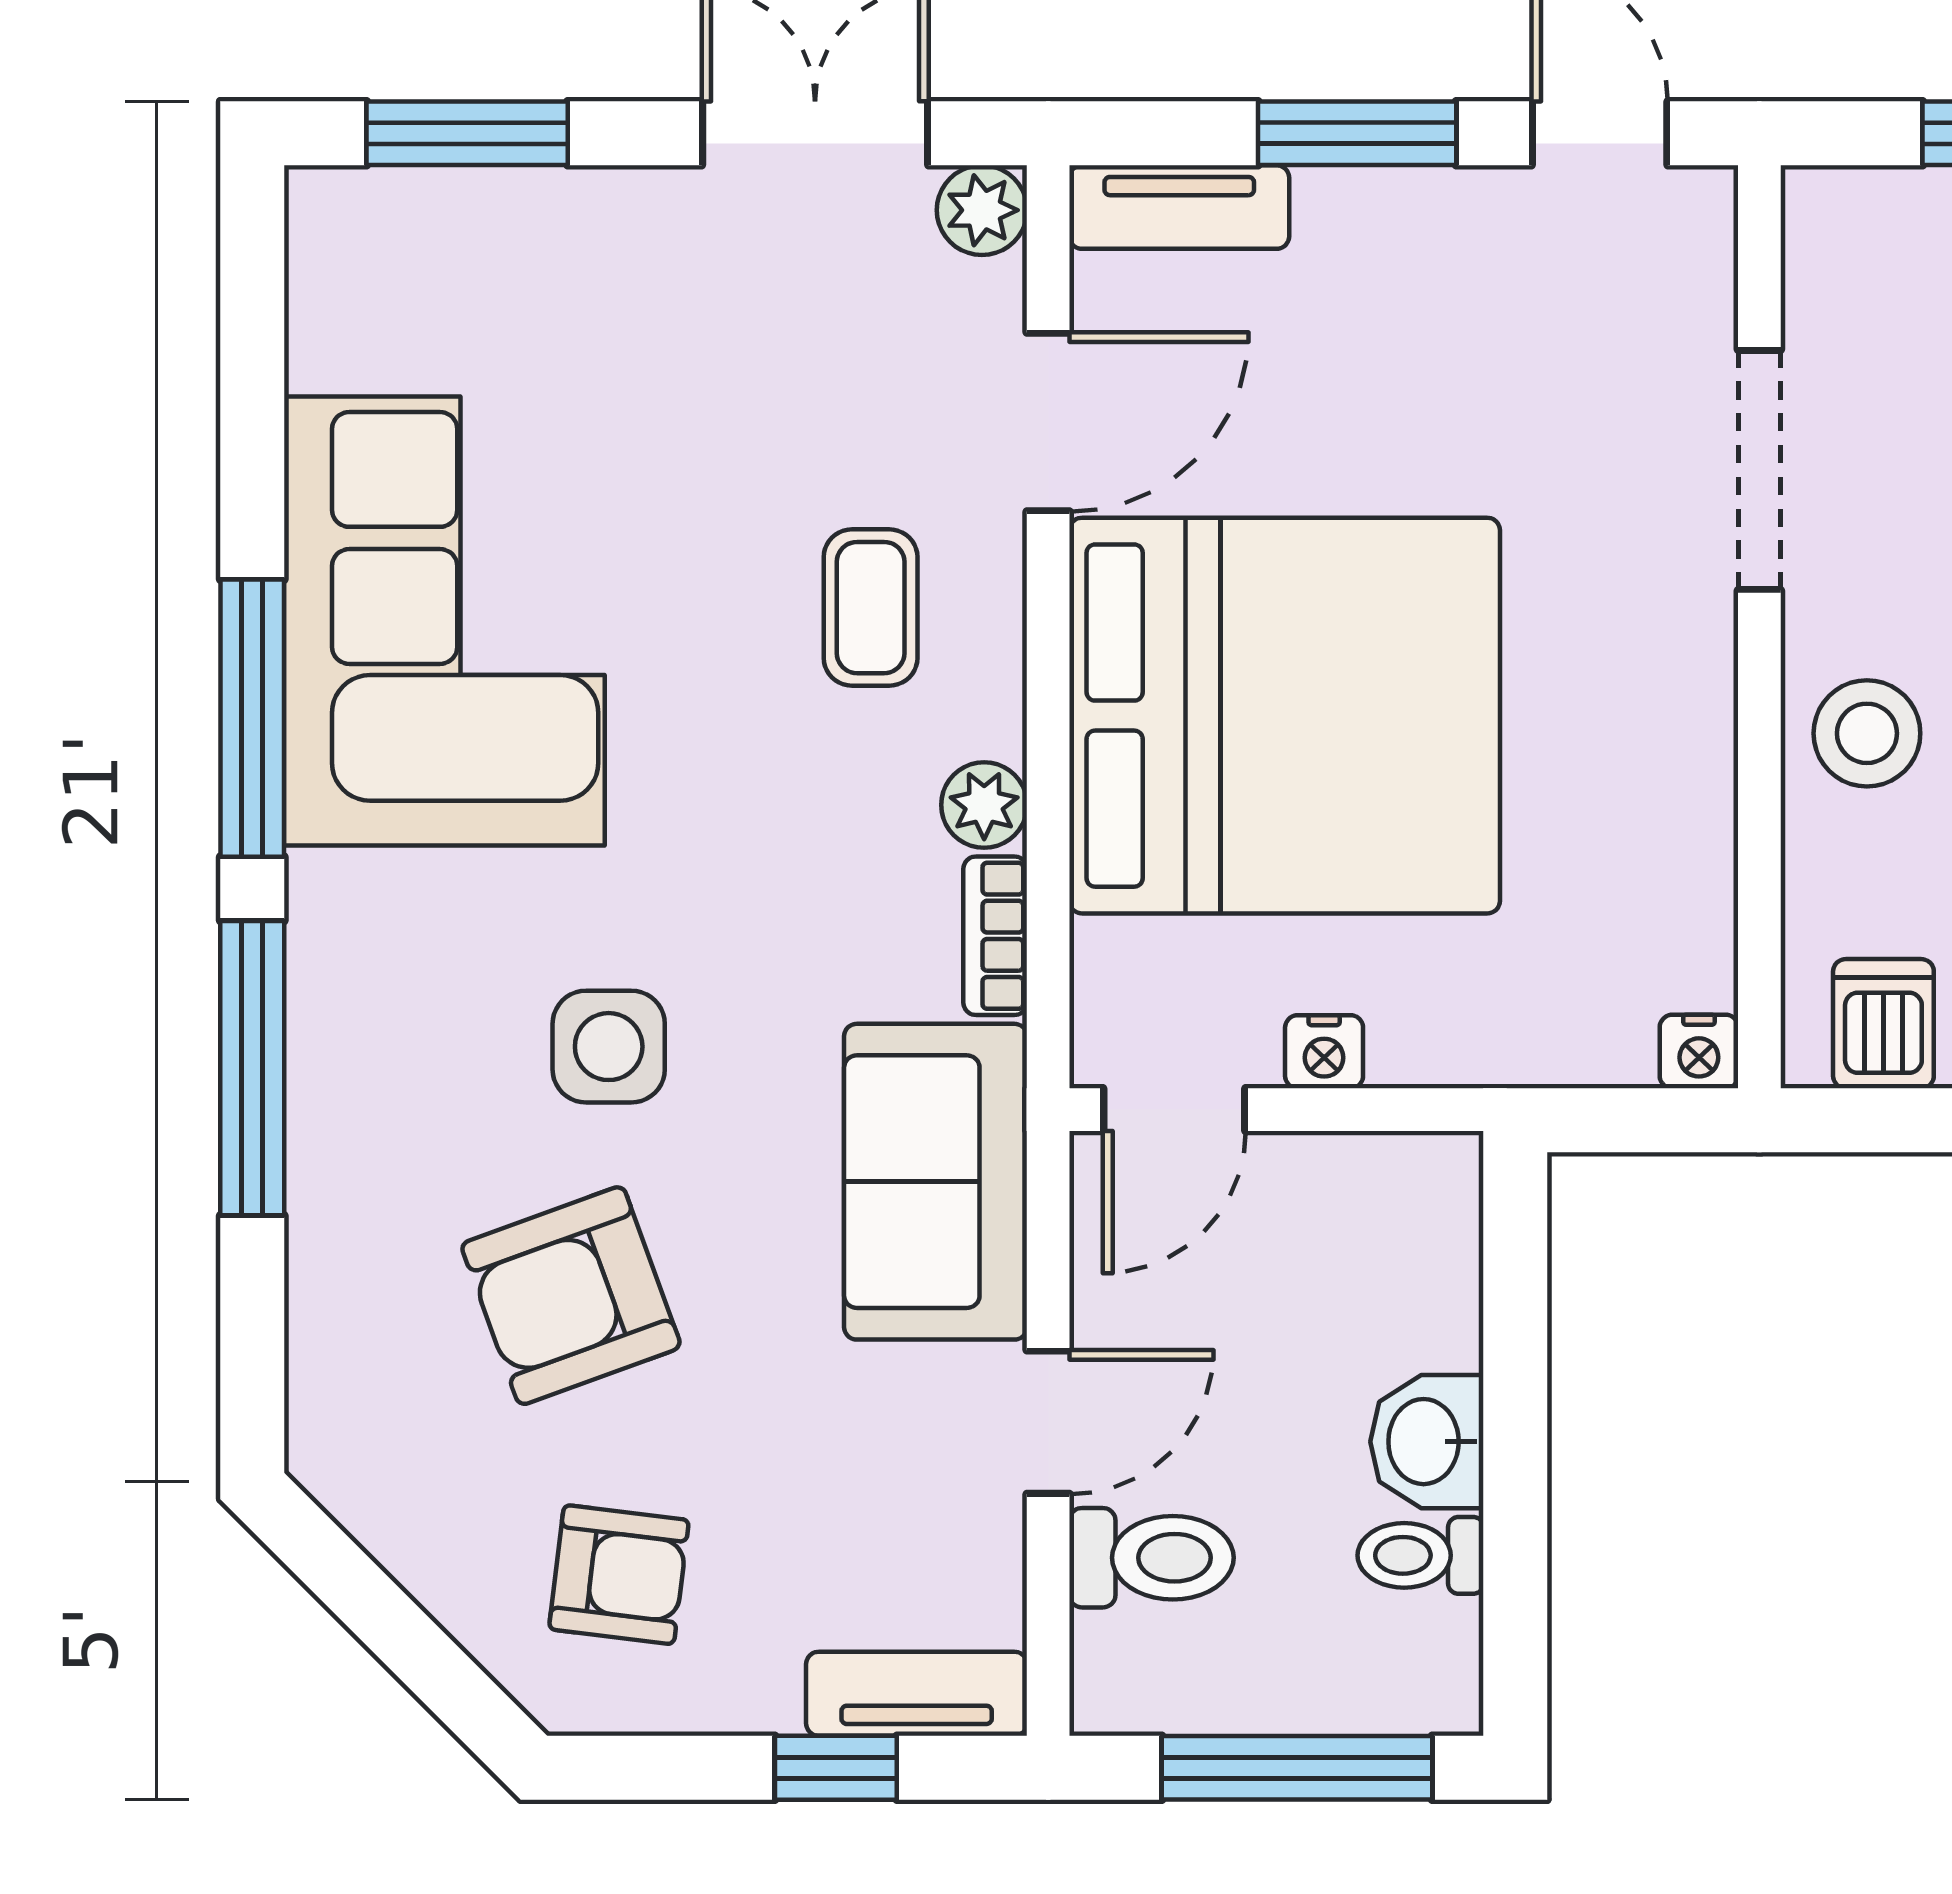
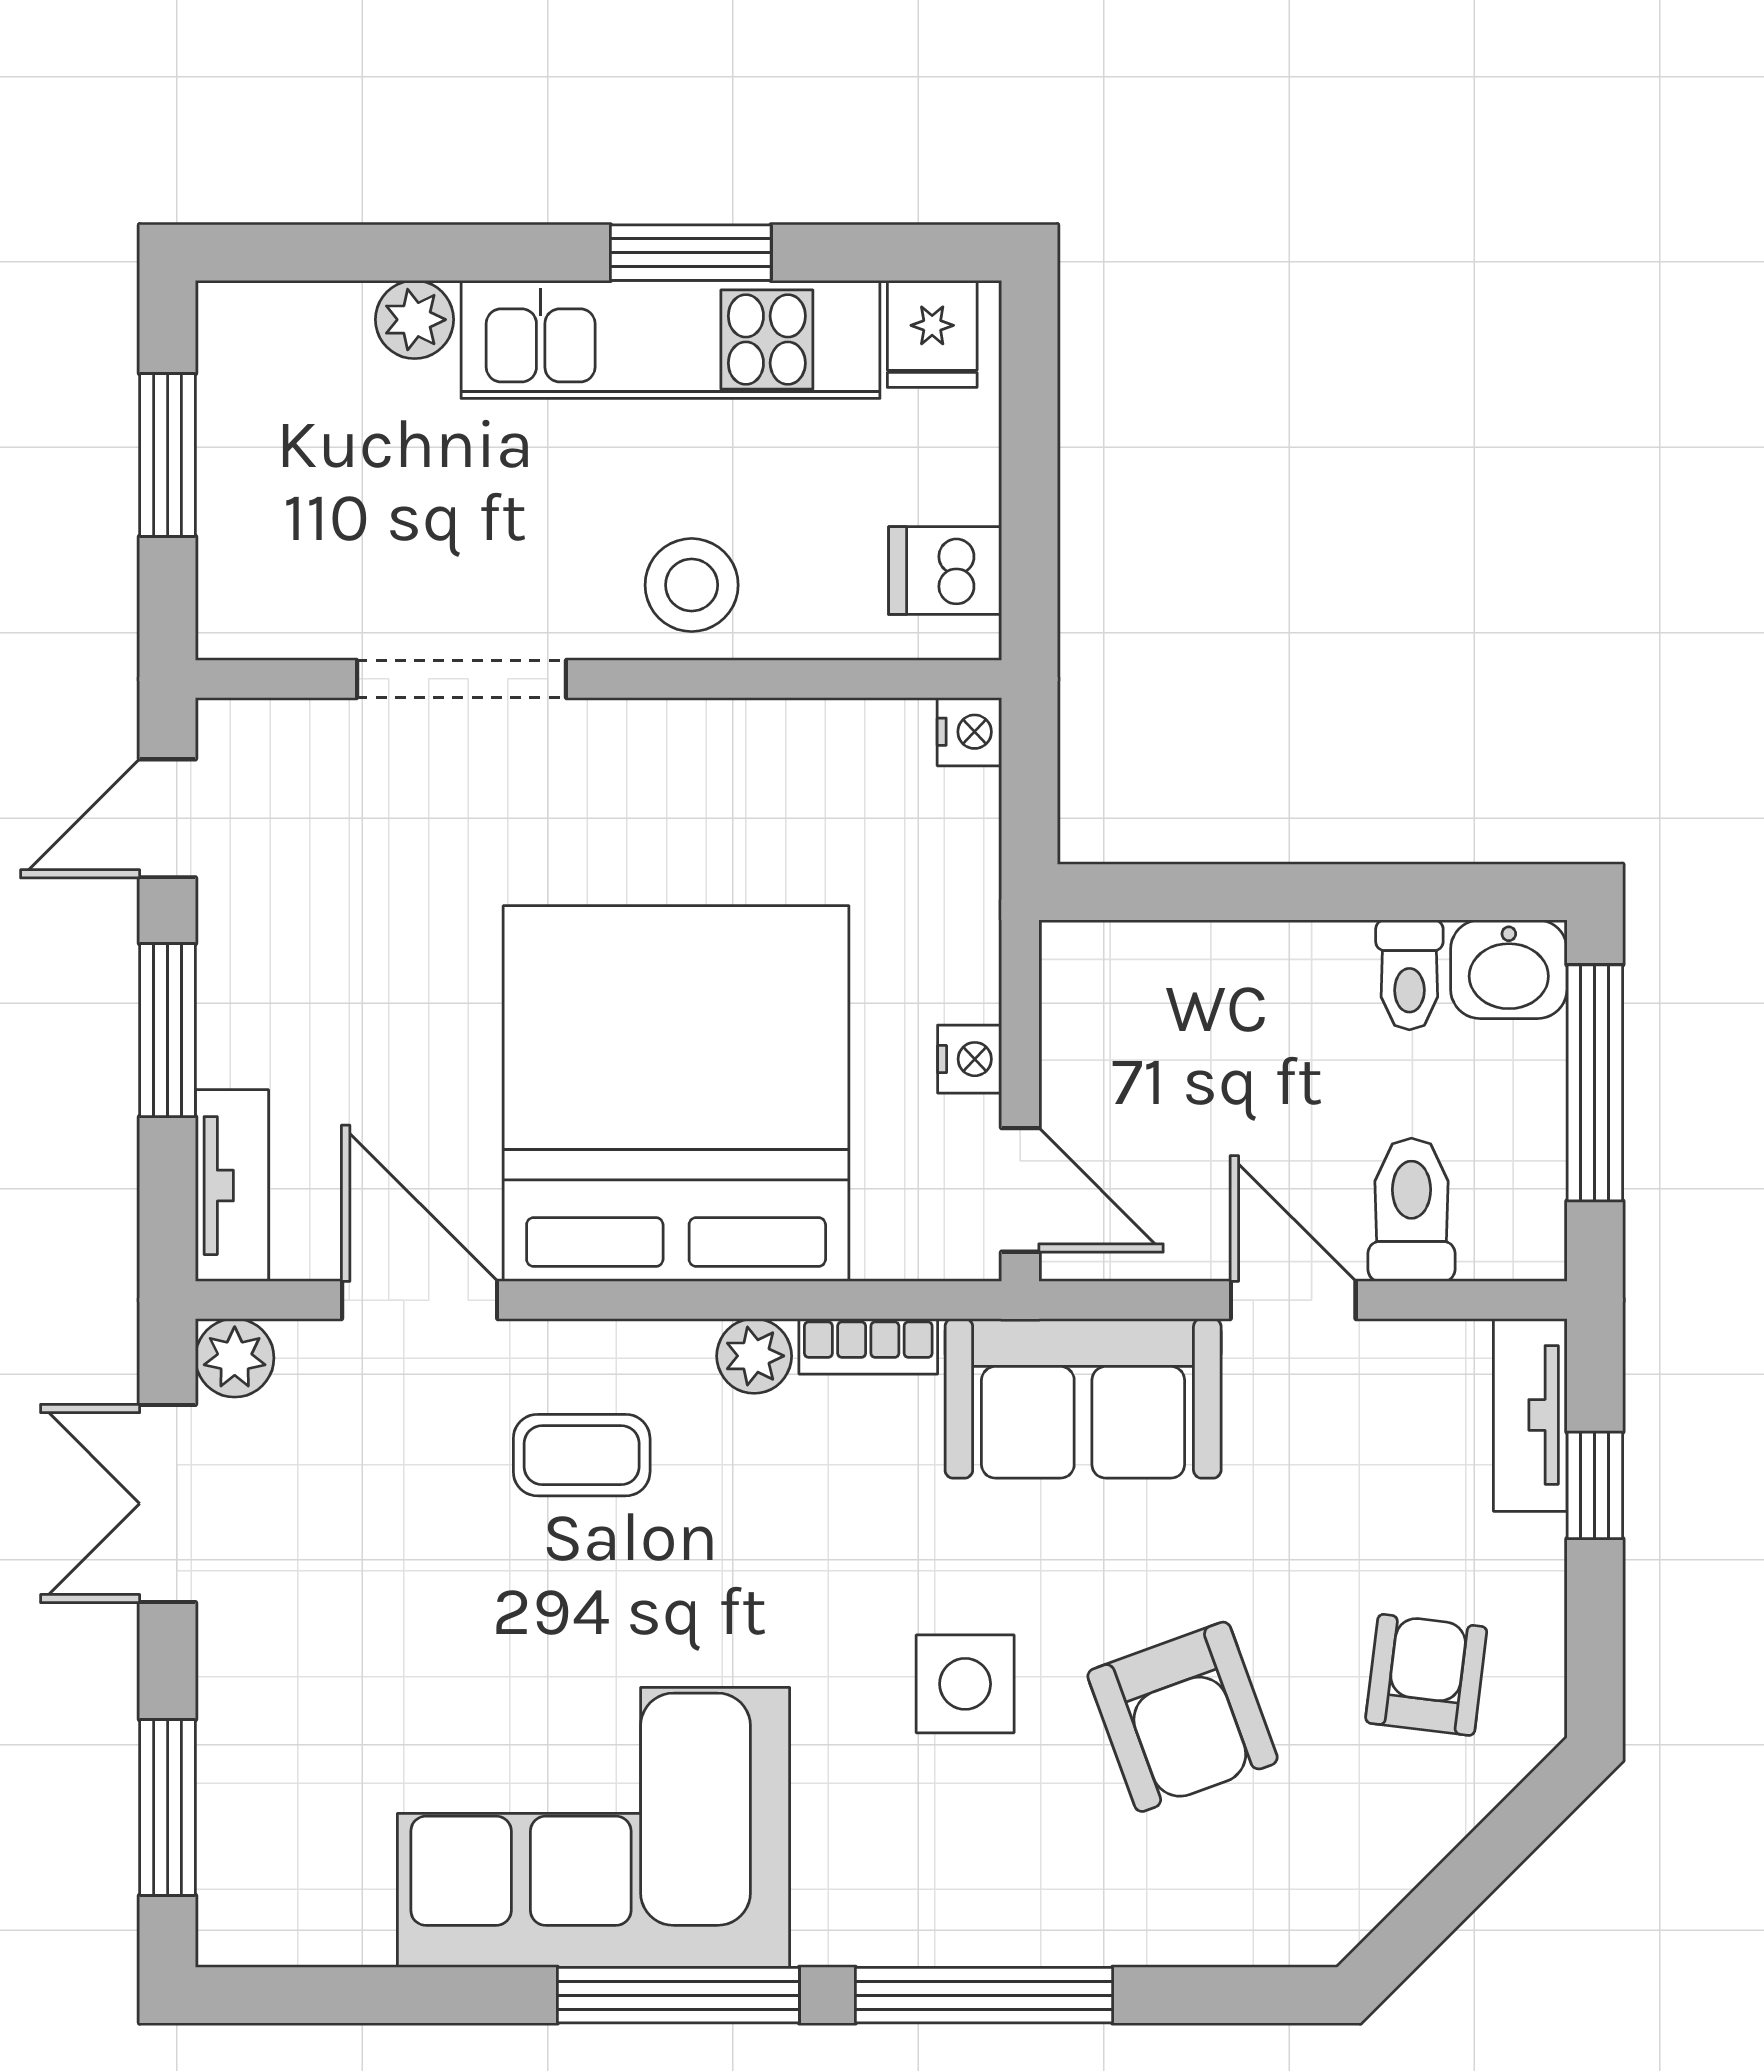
washbasin: (1427, 1442) -> (1509, 969), moved

